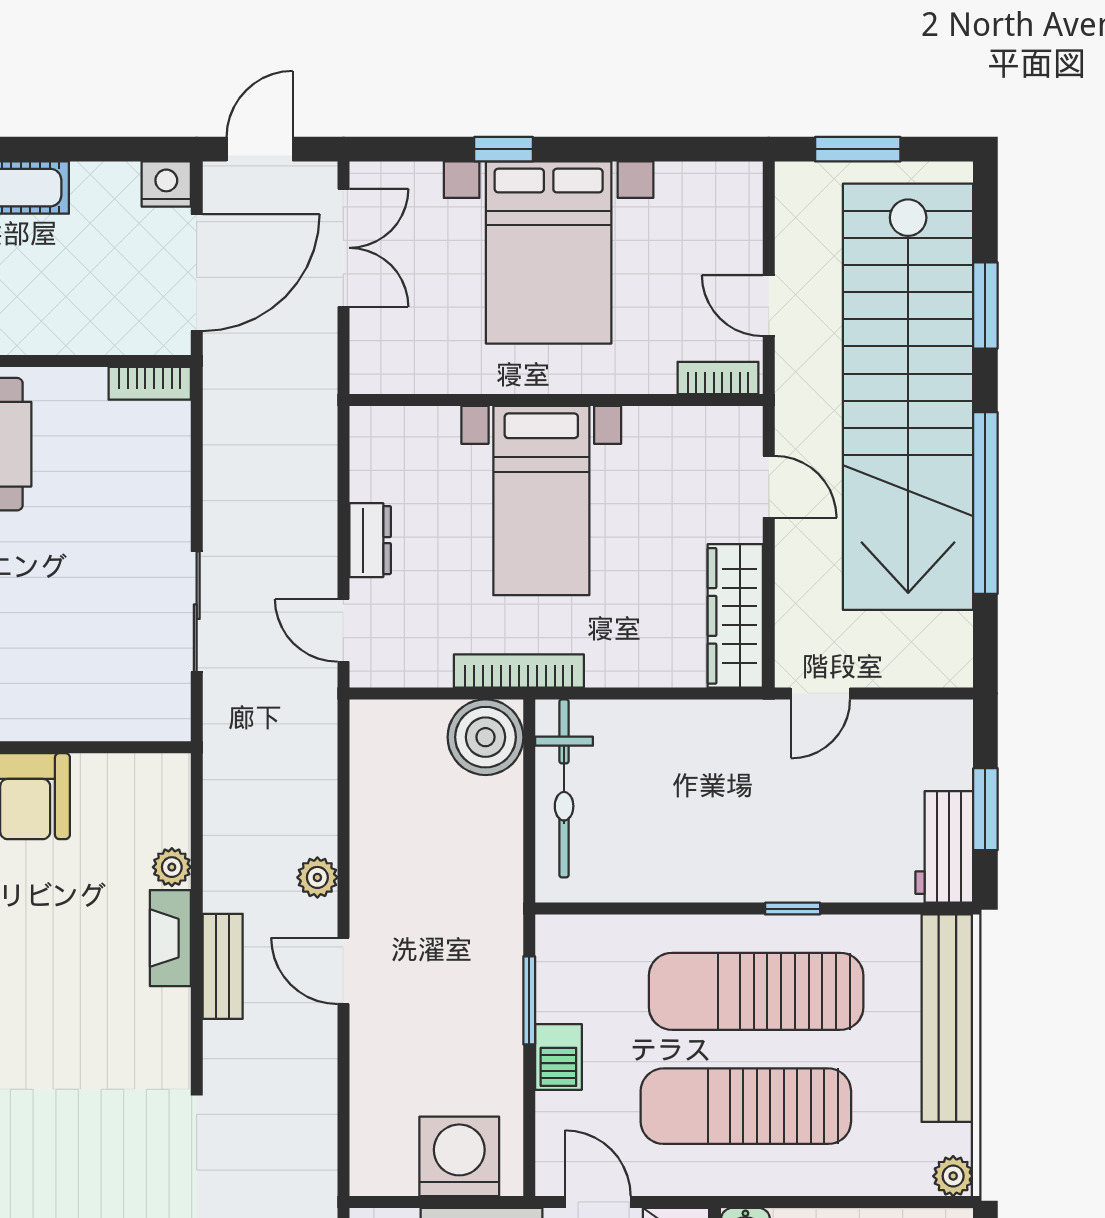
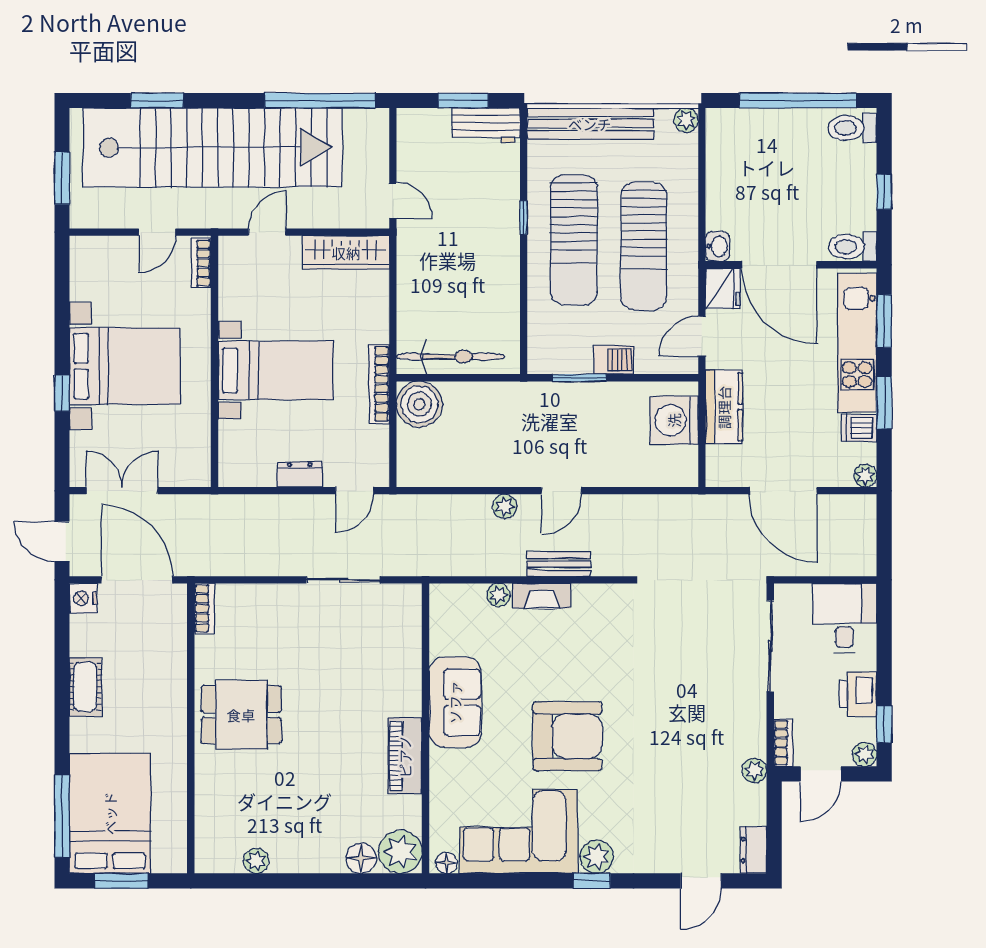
window: (985, 503) -> (320, 100), moved

